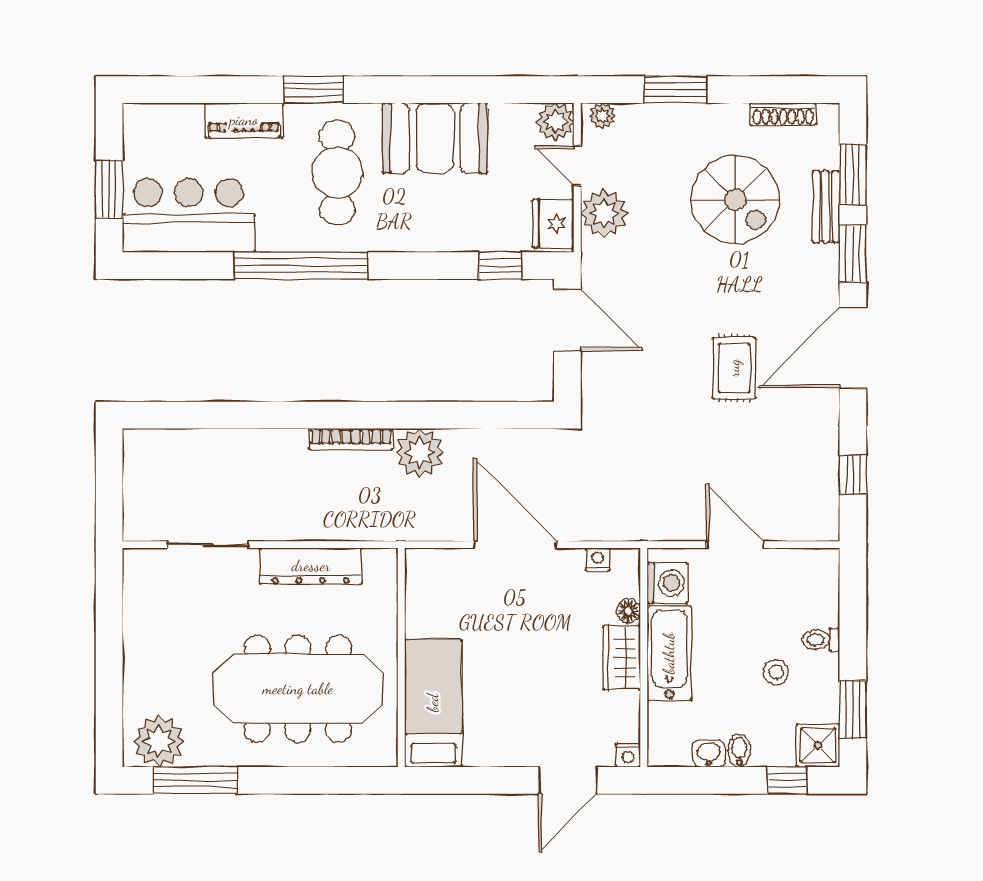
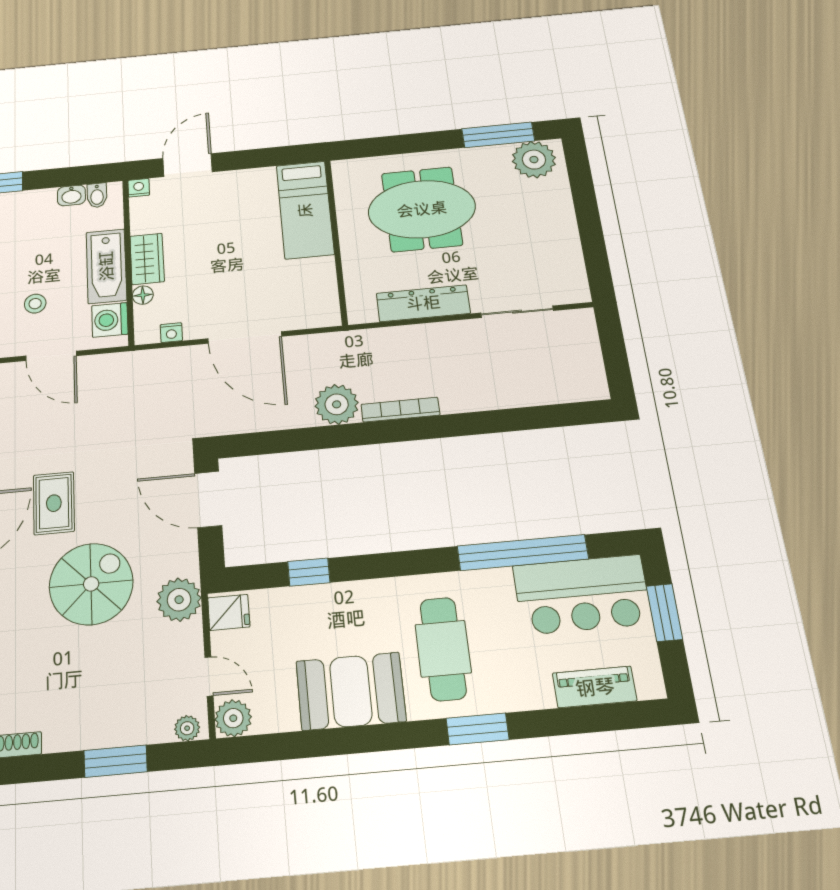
piano: (244, 120) -> (595, 687), moved
spiral stairs: (735, 200) -> (91, 584), moved, turned 90
plant: (604, 213) -> (179, 600), moved
fridge: (553, 224) -> (229, 612), width x0.72
window: (301, 266) -> (523, 553), moved
window: (501, 266) -> (309, 572), moved
door: (567, 320) -> (208, 499), moved
stool: (776, 672) -> (35, 304), moved
meeting table: (298, 689) -> (422, 209), width x0.73
bidet: (739, 750) -> (97, 195), moved

